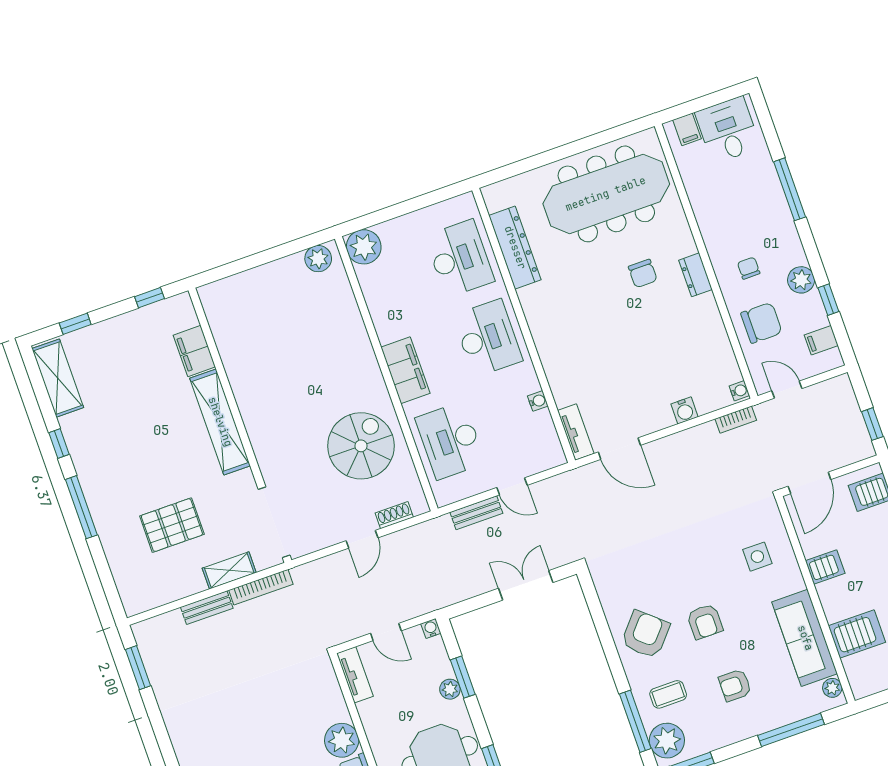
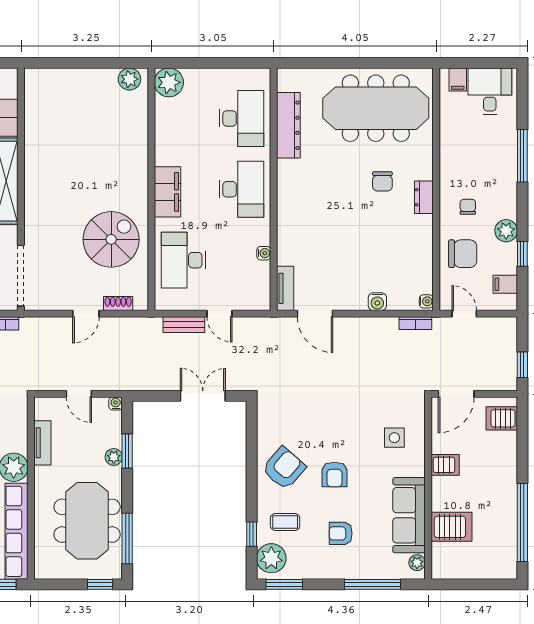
tv unit: (355, 675) -> (42, 443), moved
window: (635, 721) -> (252, 534), width x0.46

